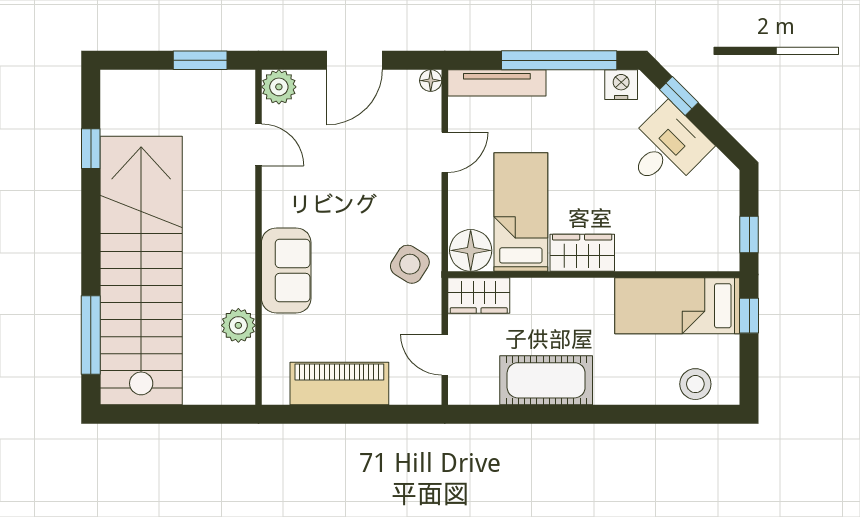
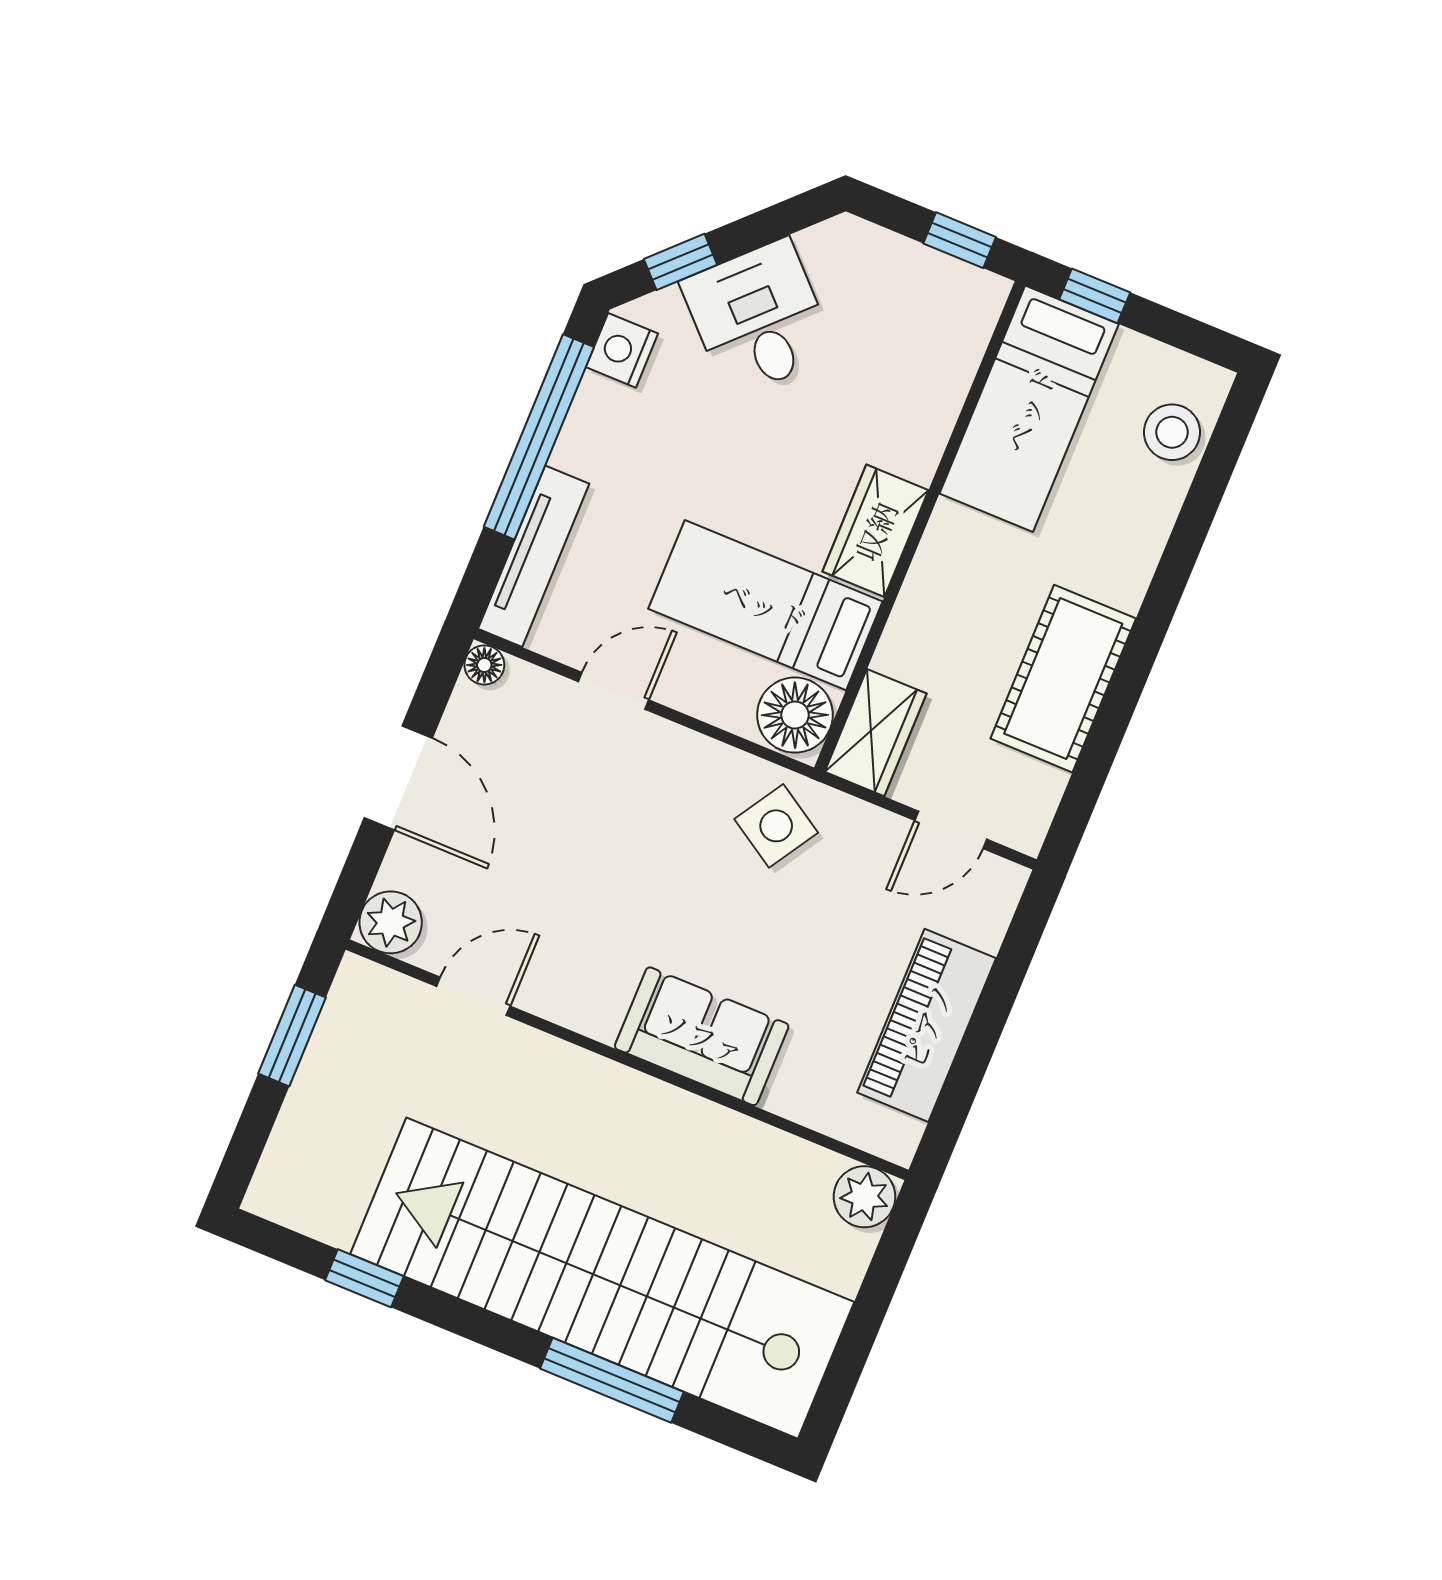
door: (445, 152) -> (613, 691), hinge flipped
plant: (238, 325) -> (864, 1197), moved
window: (91, 335) -> (612, 1380), moved

